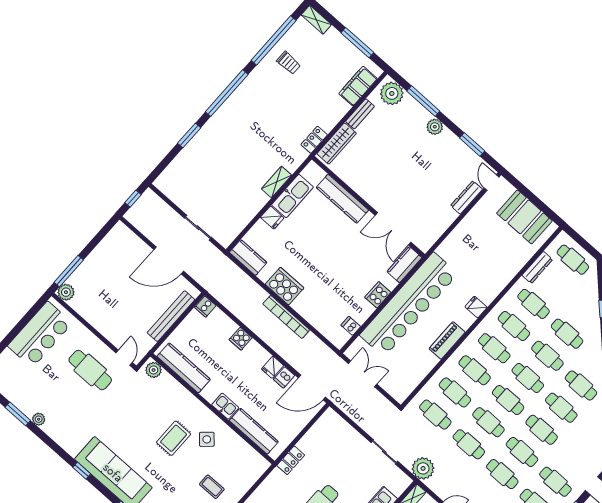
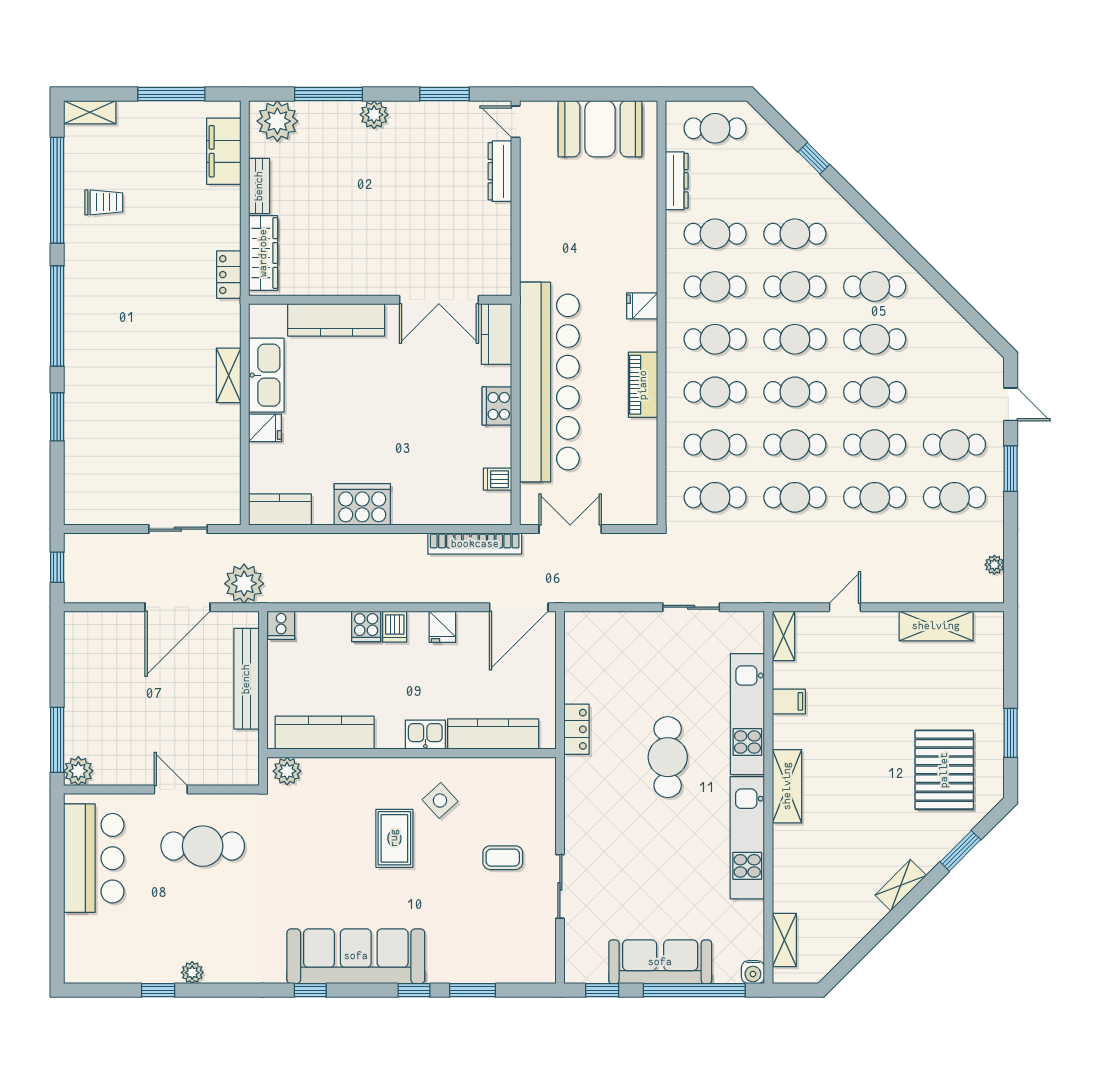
bookcase: (286, 317) -> (475, 544), moved
door: (124, 358) -> (171, 790), moved
dishwasher: (284, 377) -> (395, 627), moved
window: (18, 414) -> (158, 990), width x0.67
plant: (423, 468) -> (244, 584), moved

